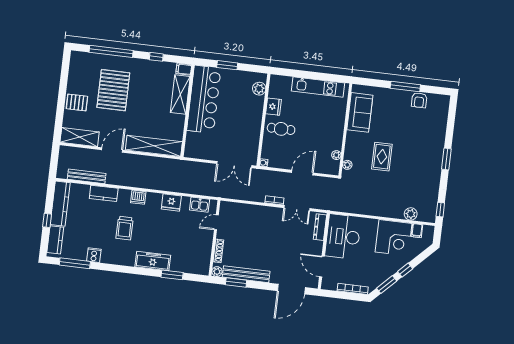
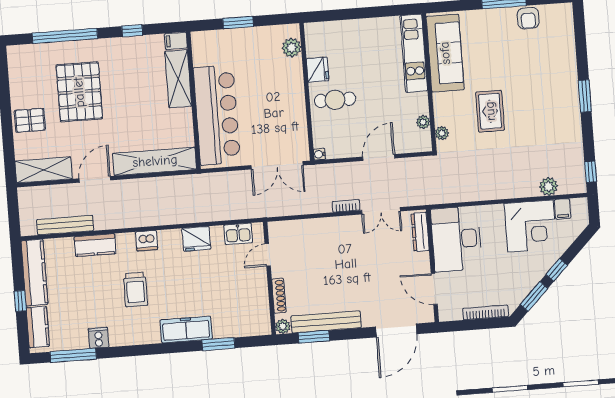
kitchen unit: (318, 87) -> (414, 53), moved, turned 90
bar counter: (204, 99) -> (217, 115), moved
sofa: (360, 112) -> (445, 53), width x1.36

